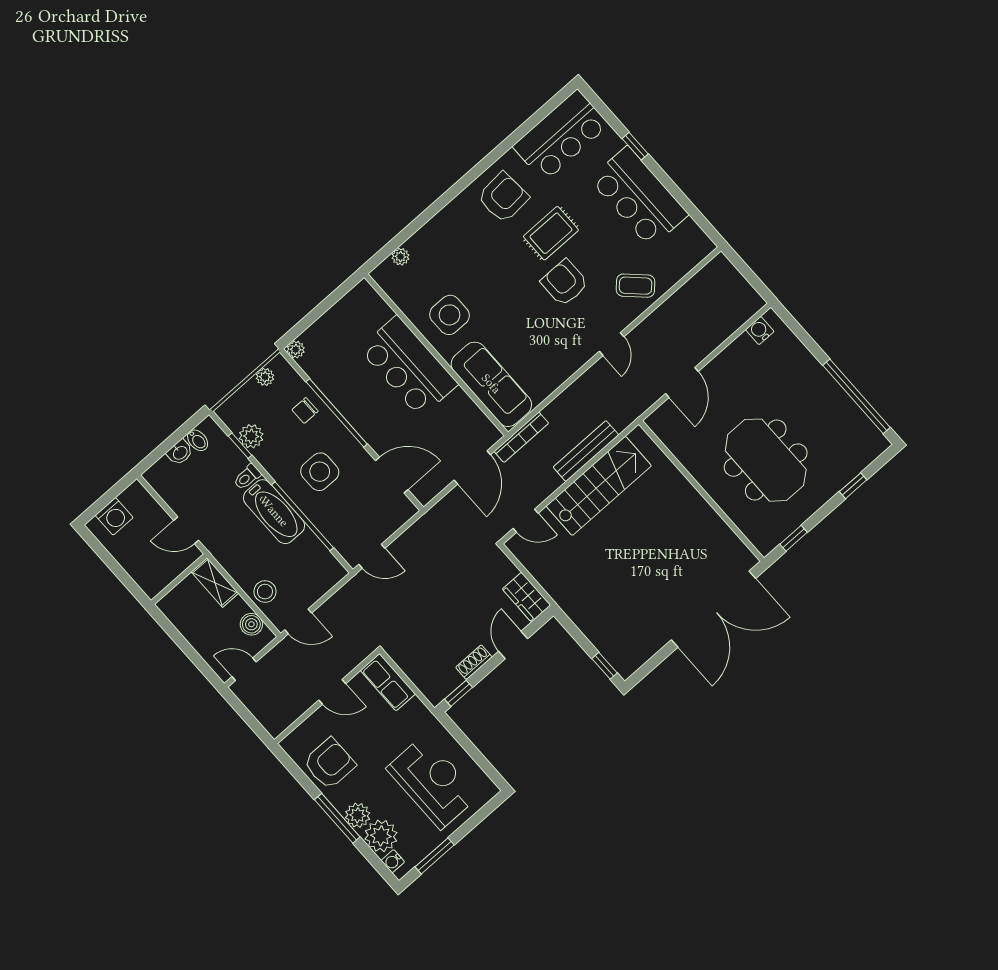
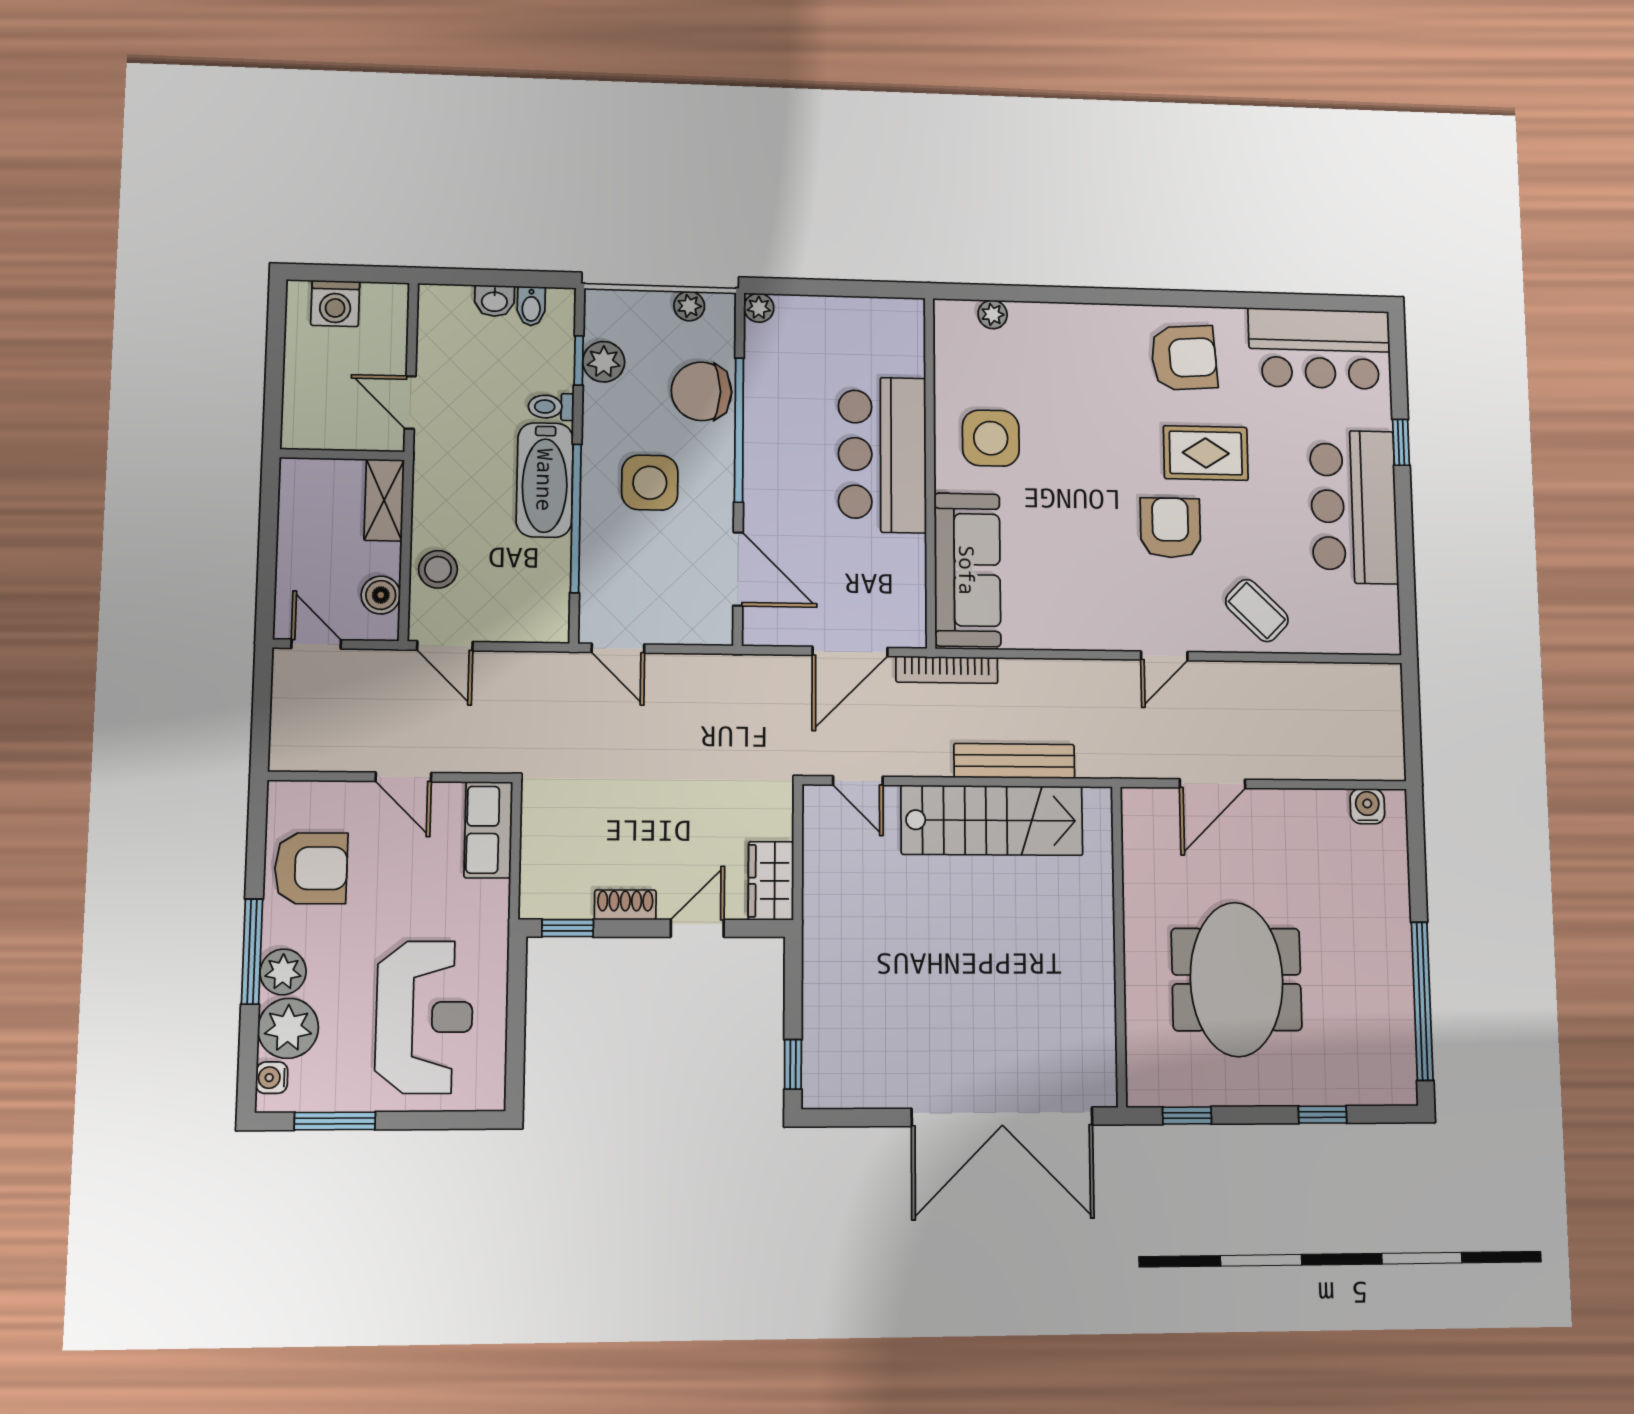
chair: (305, 410) -> (701, 391), width x1.87, depth x1.87

